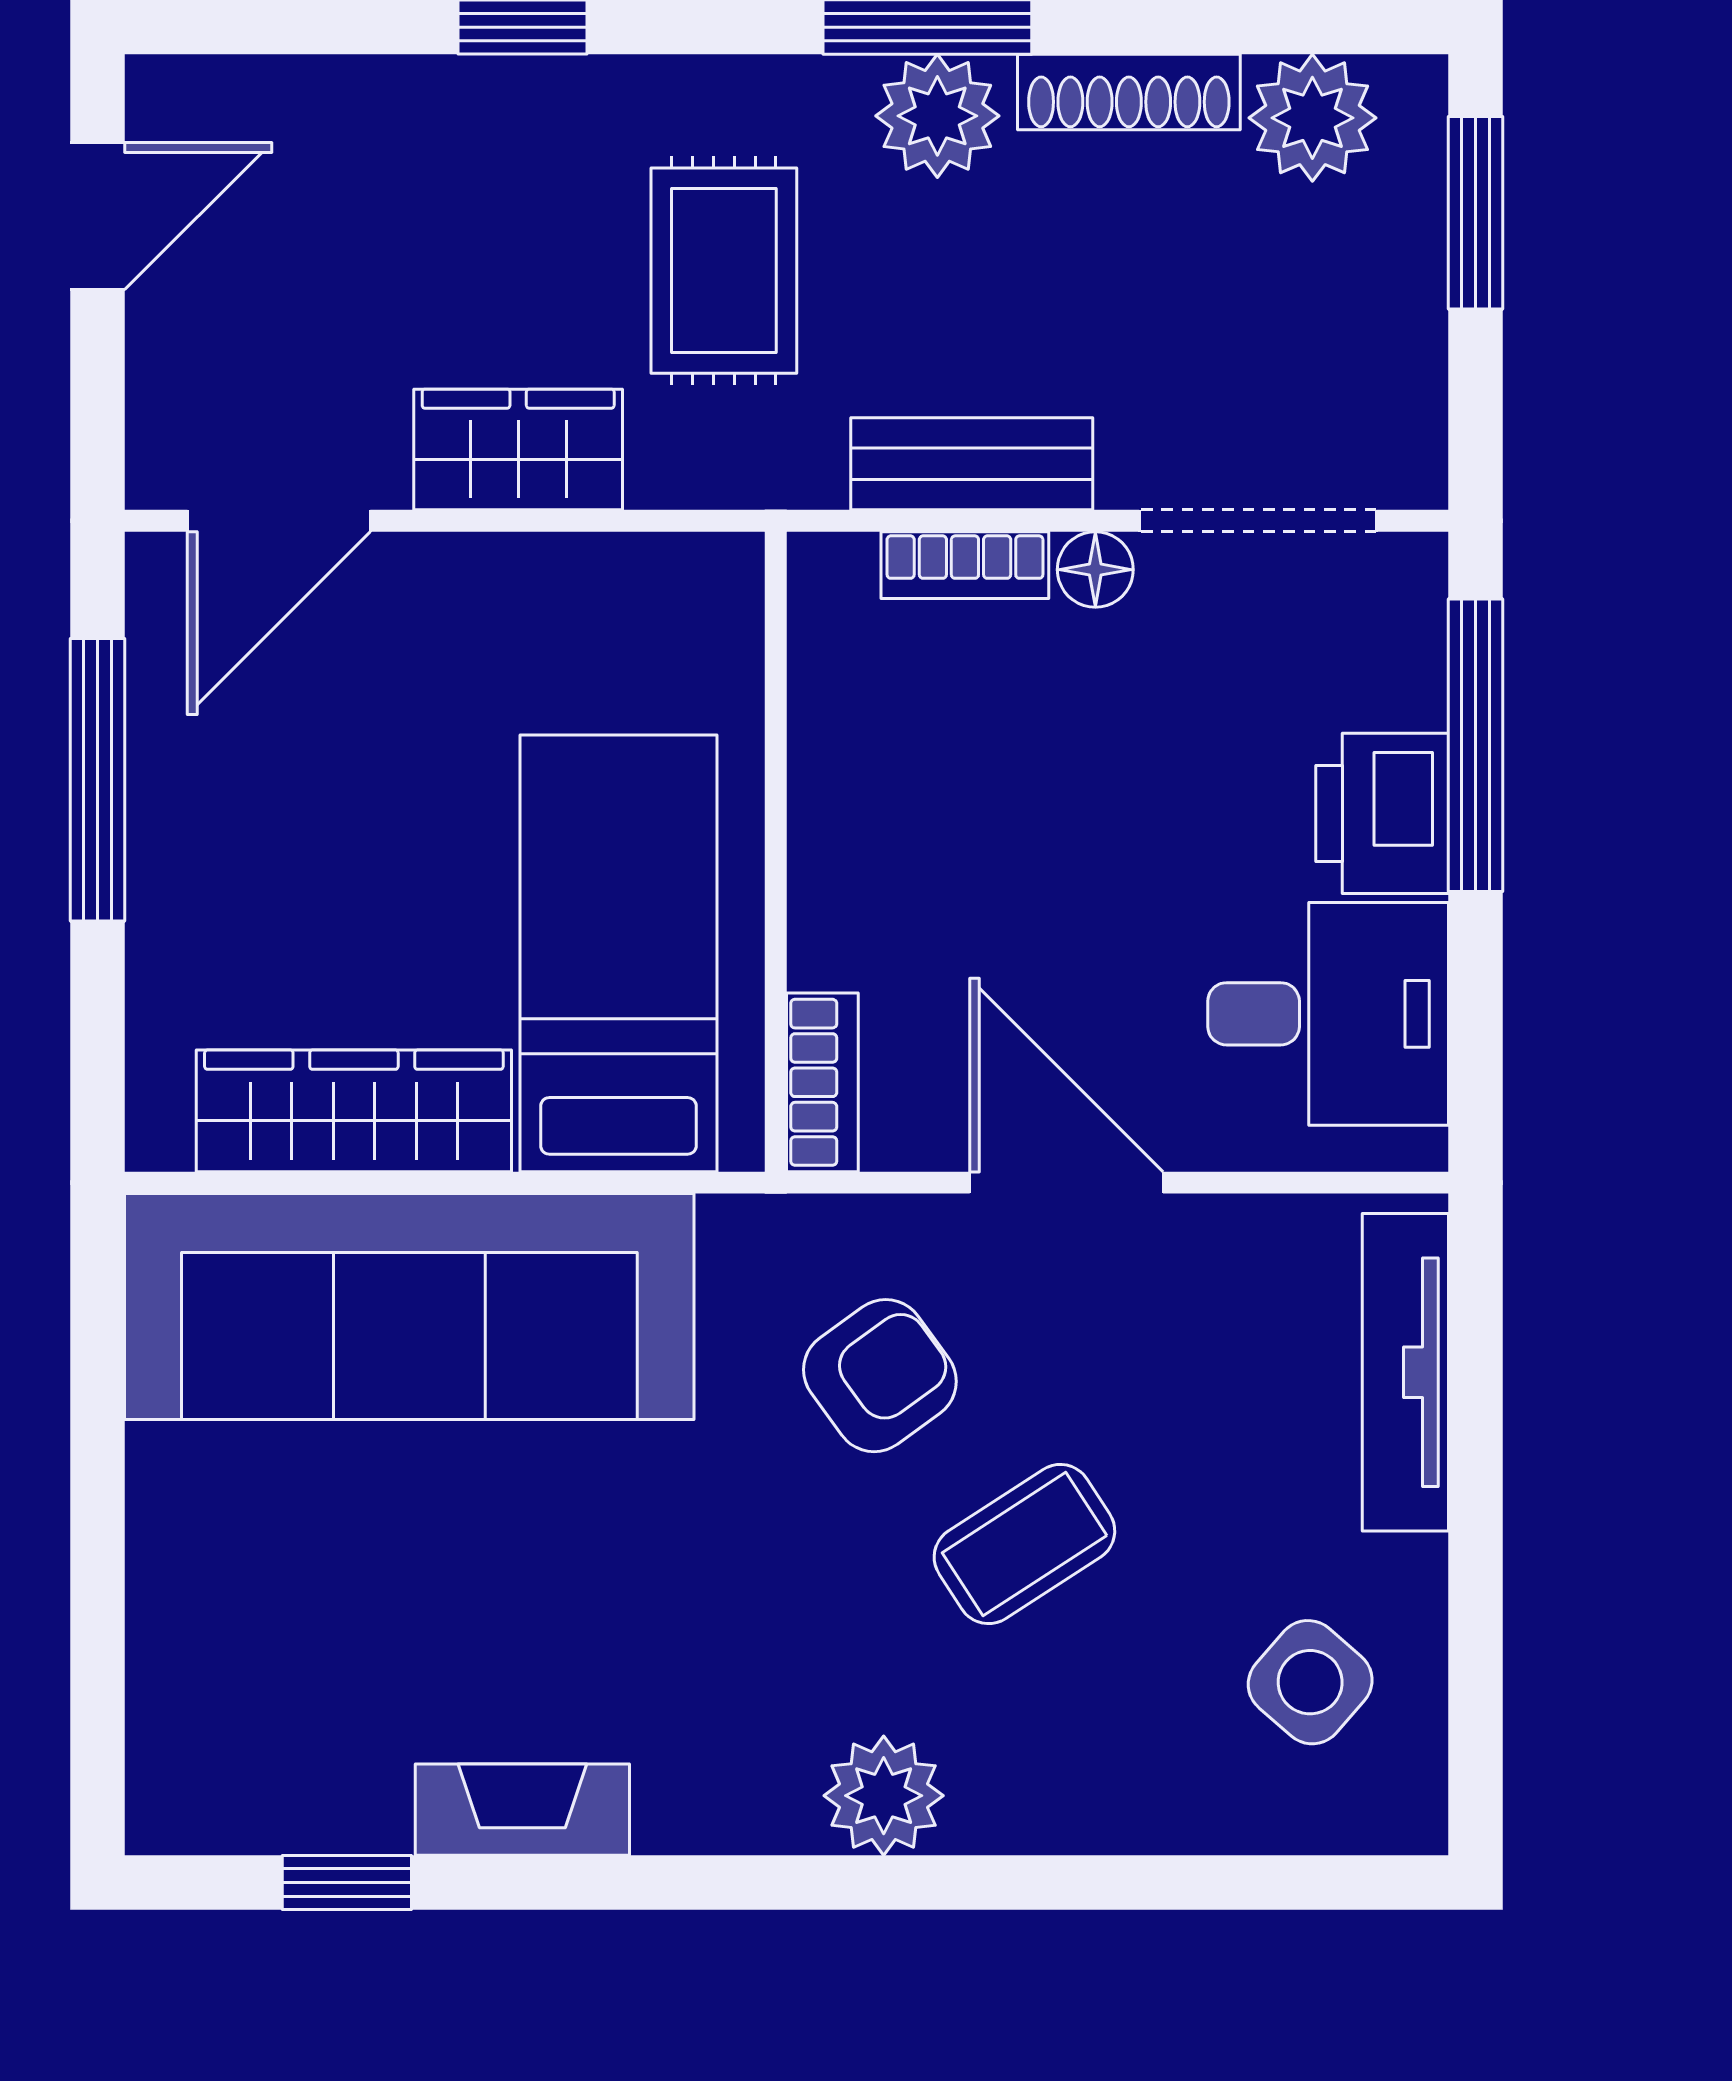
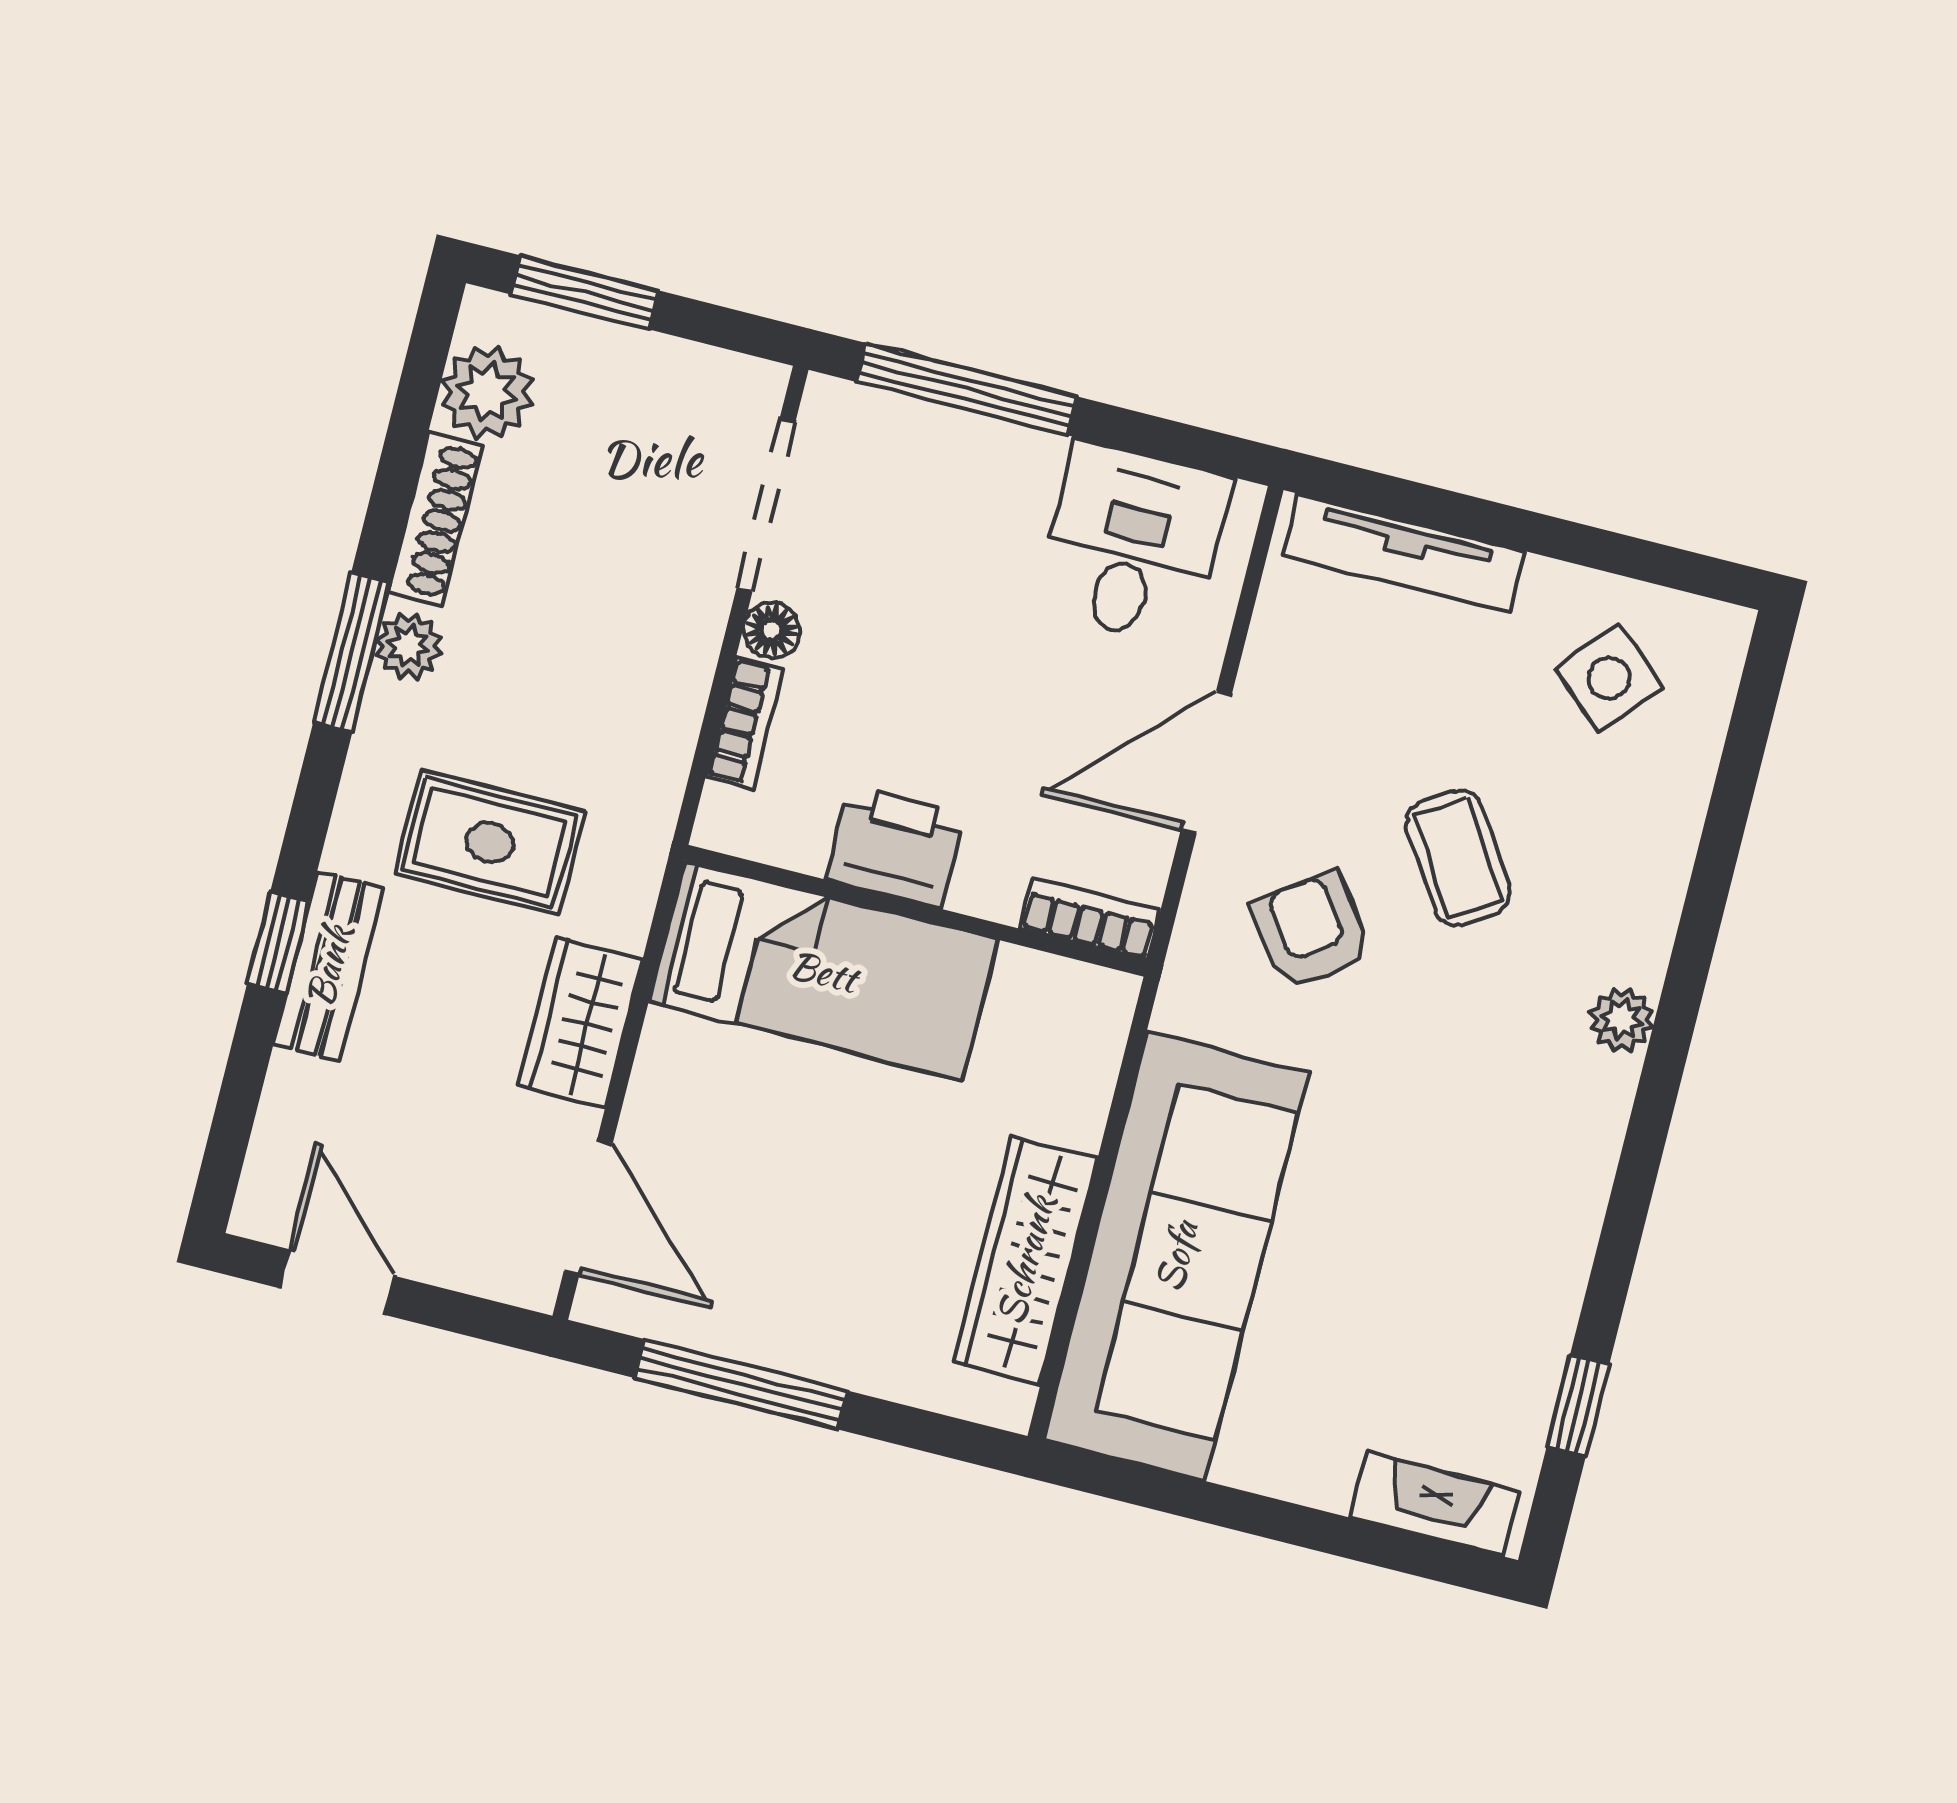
plant: (937, 116) -> (408, 646), width x0.73, depth x0.73
bench: (972, 464) -> (328, 966), moved
printer: (1382, 813) -> (895, 847), moved, turned 180
bed: (618, 953) -> (823, 971), moved, turned 180
plant: (884, 1796) -> (1622, 1019), width x0.73, depth x0.73
fireplace: (522, 1810) -> (1435, 1504), moved, turned 90

